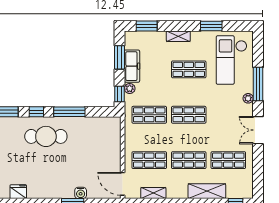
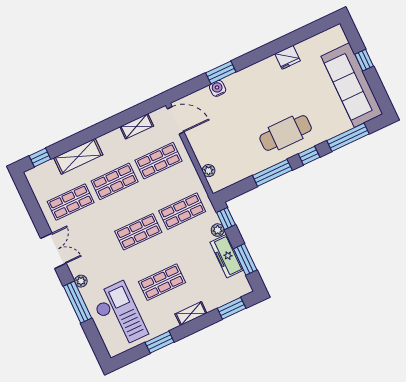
plant: (116, 135) -> (209, 171), added

